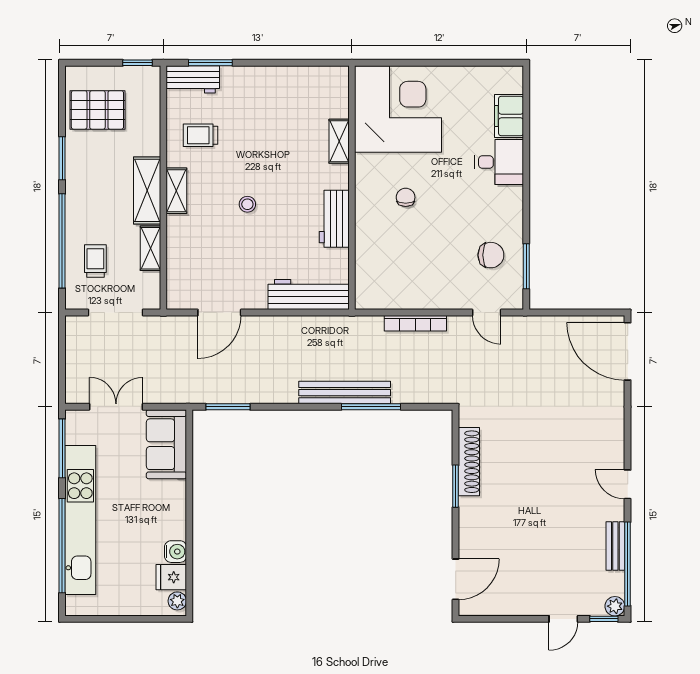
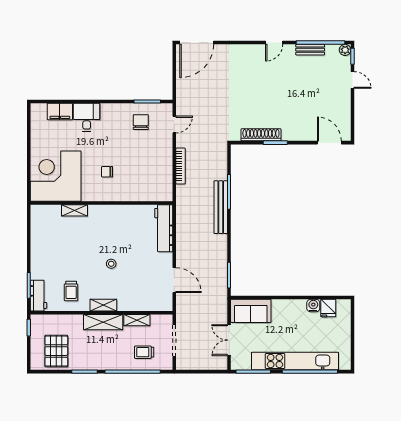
workbench: (334, 219) -> (120, 213), removed
plant: (177, 601) -> (342, 305), removed

